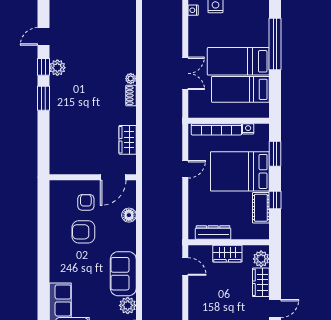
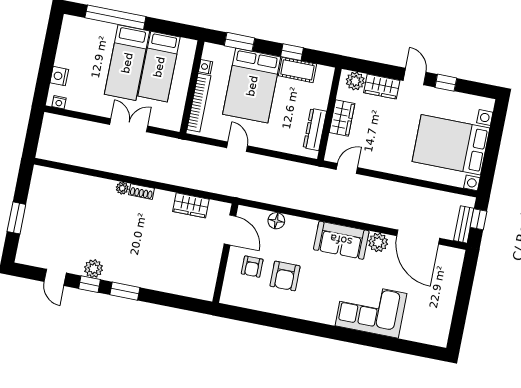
armchair: (86, 202) -> (252, 267), turned -90

